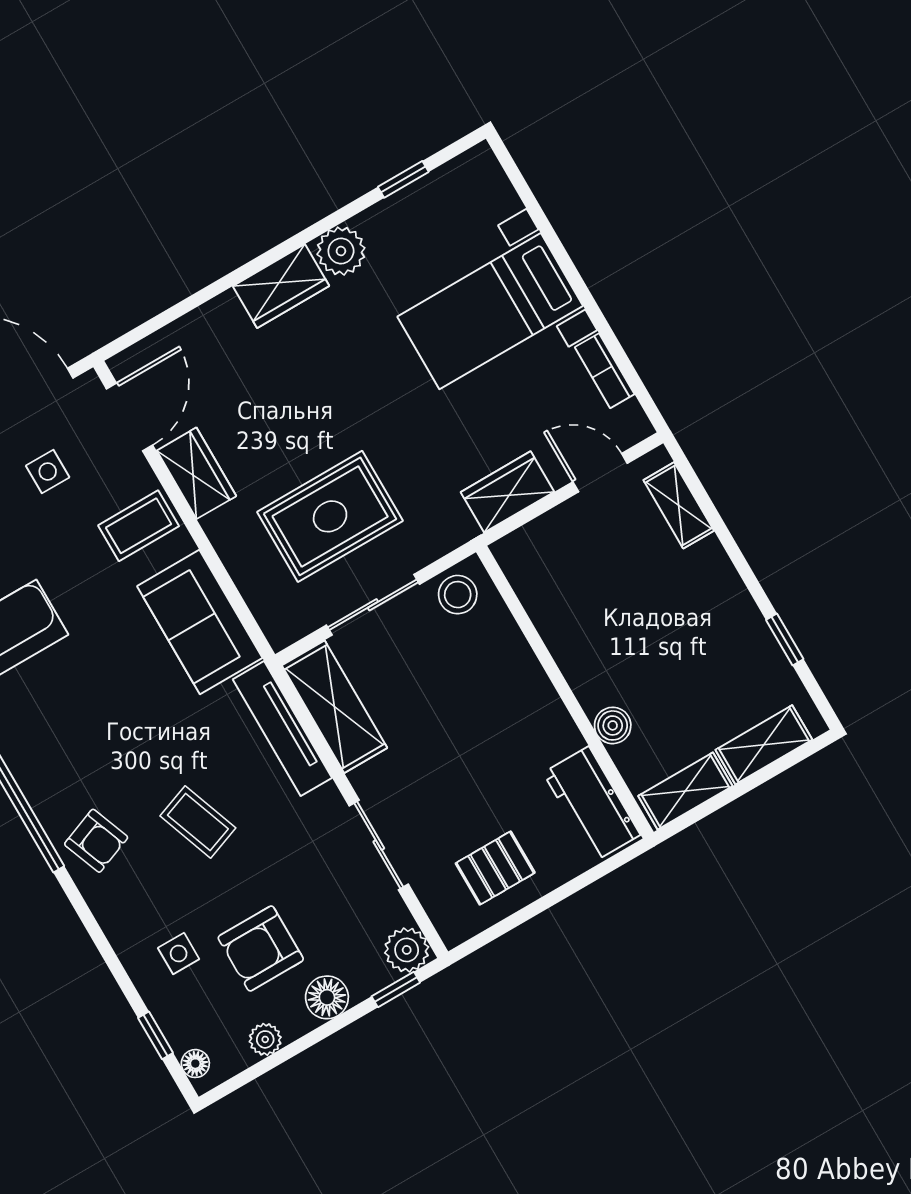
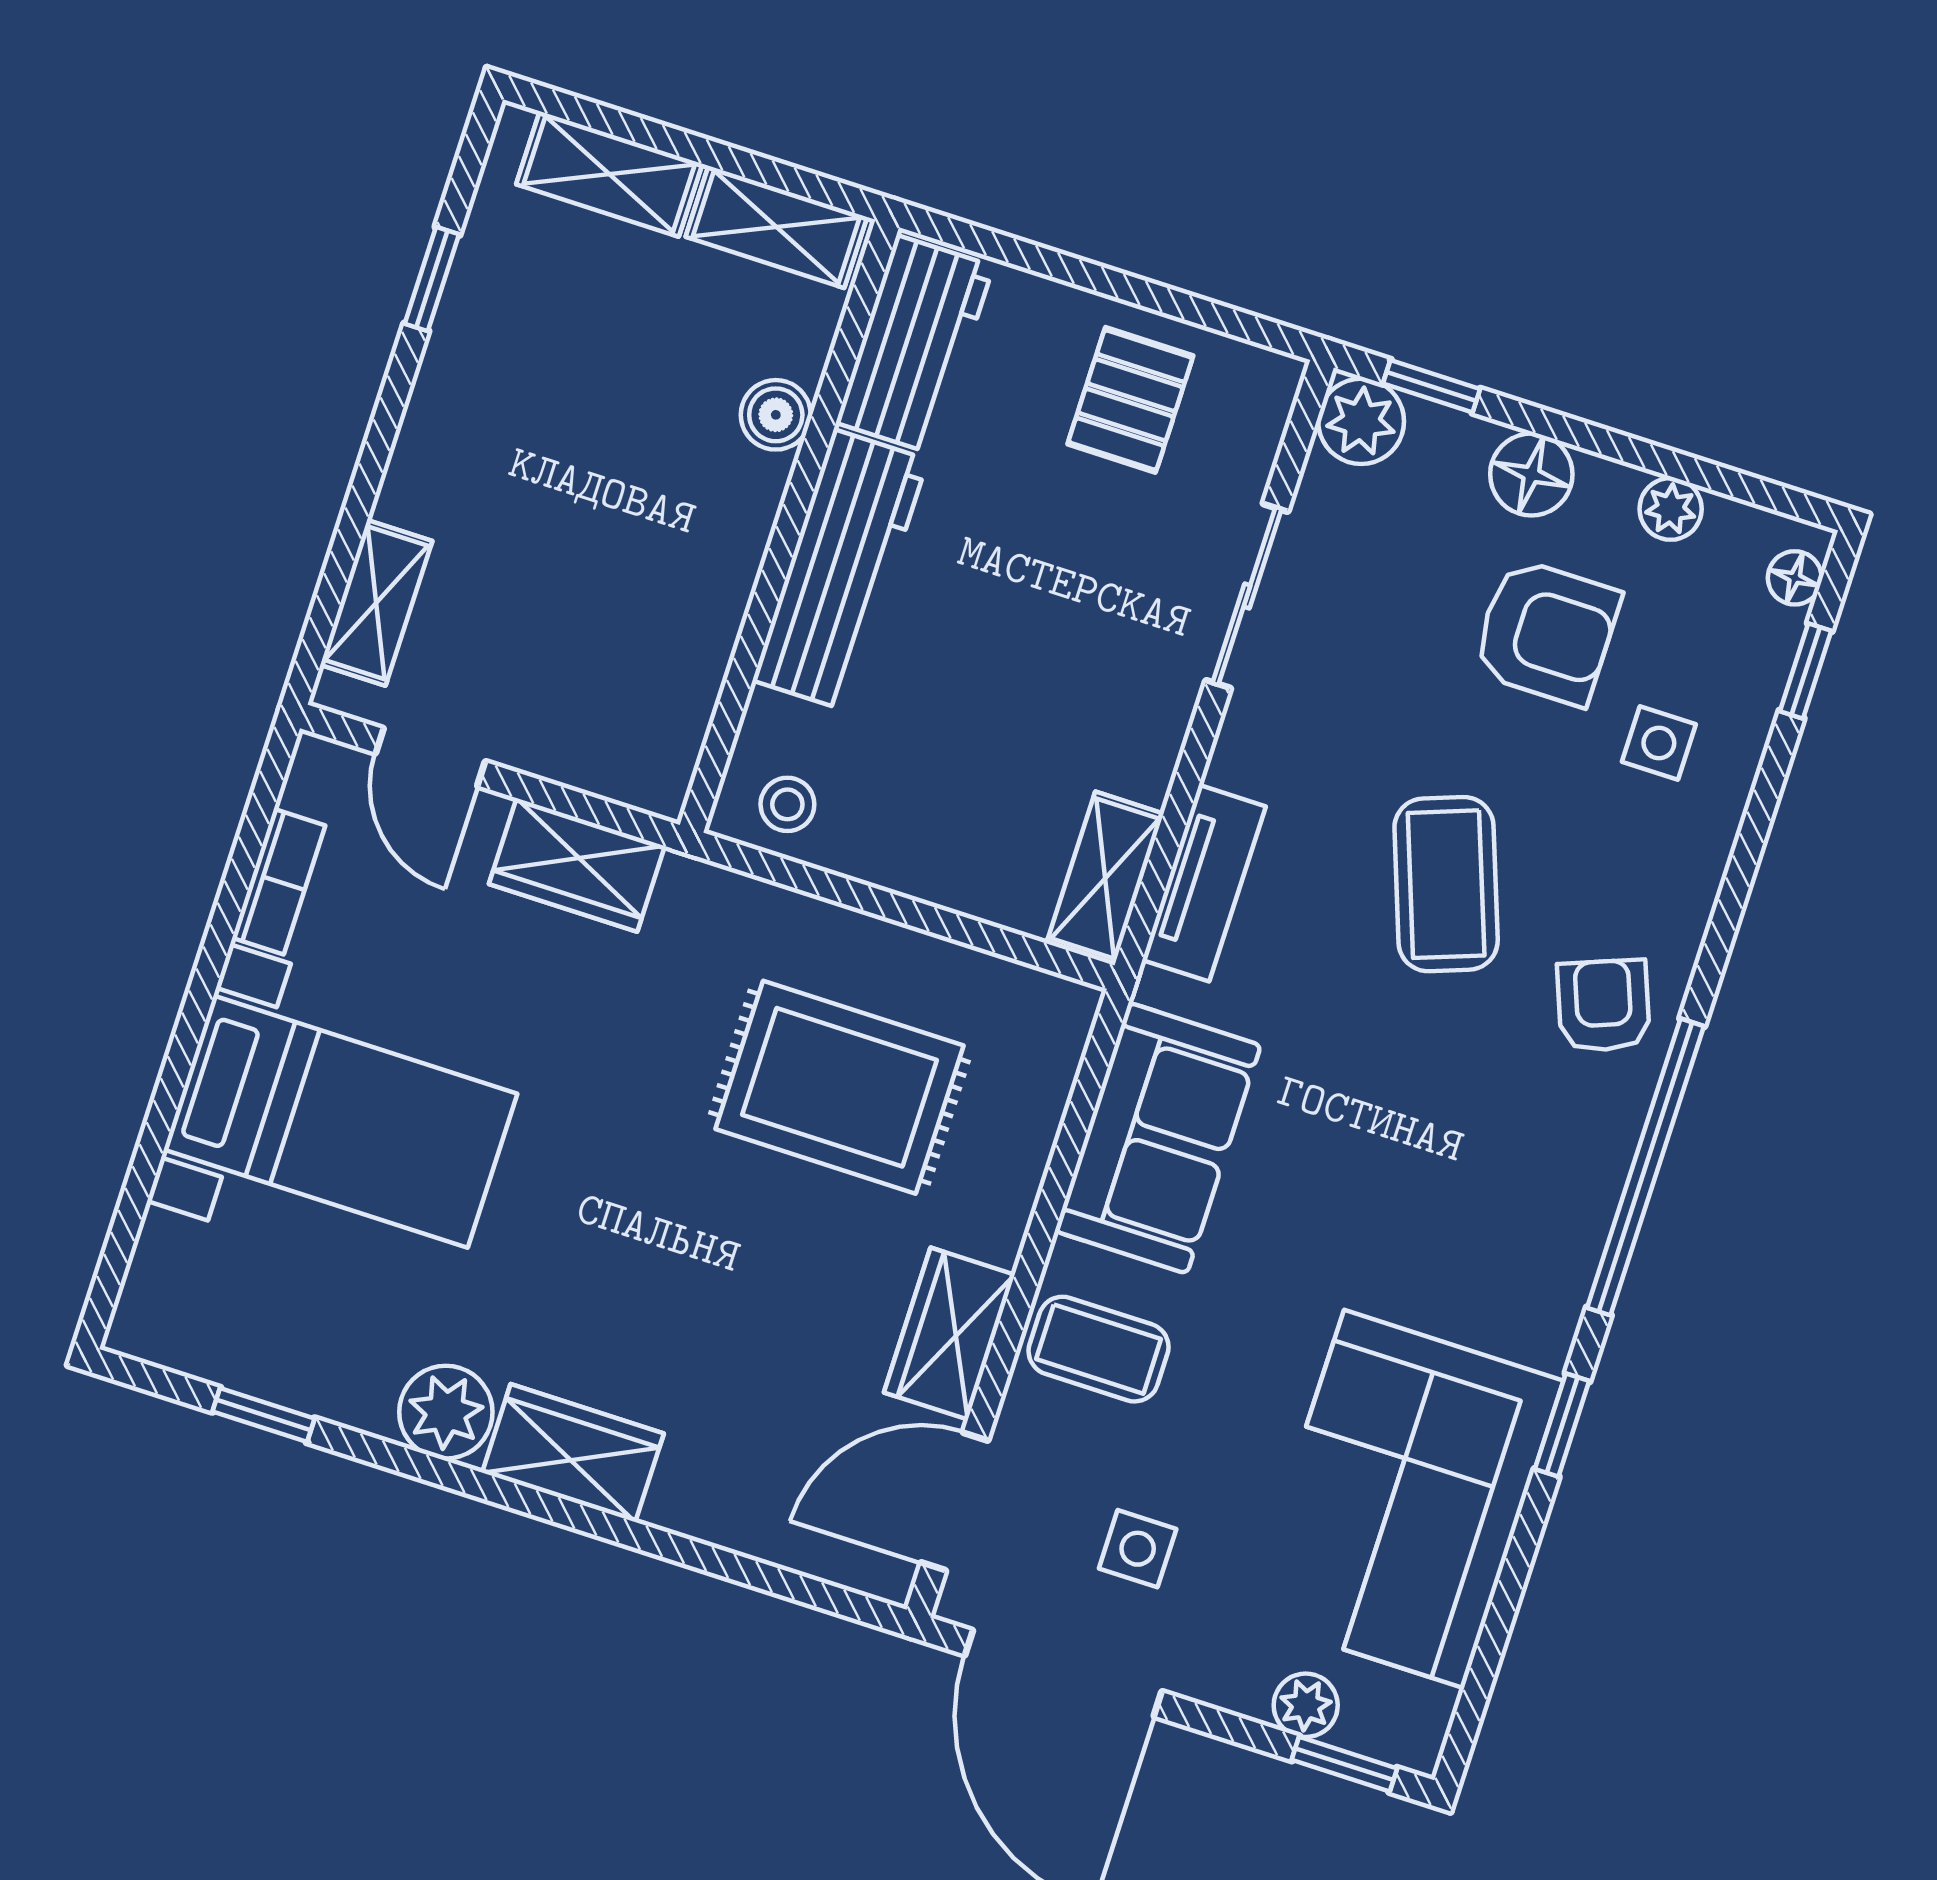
stool: (458, 595) -> (787, 804), width x0.73, depth x0.73
sliding door: (373, 605) -> (911, 912), removed
workbench: (530, 696) -> (840, 570), added
shelving: (334, 707) -> (1105, 878), width x0.67, depth x0.75
tv unit: (282, 729) -> (1204, 883), width x0.71
coffee table: (198, 822) -> (1446, 884), width x1.36, depth x1.30
pallet: (495, 868) -> (1130, 400), turned 90

